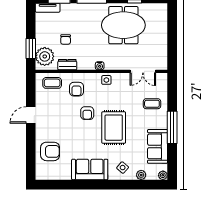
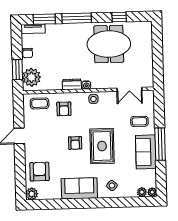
chair: (66, 40) -> (28, 53), moved
dresser: (67, 65) -> (72, 84), moved
armchair: (87, 113) -> (75, 143), moved
sofa: (158, 146) -> (146, 152), moved
armchair: (50, 151) -> (39, 172), turned -90
plant: (42, 174) -> (32, 194), added
plant: (141, 175) -> (142, 192), moved

